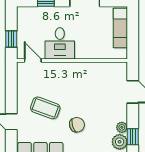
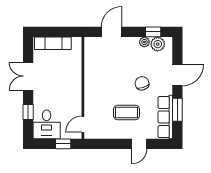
desk: (60, 43) -> (47, 124), moved, turned 90
coffee table: (45, 108) -> (127, 113), turned 70

